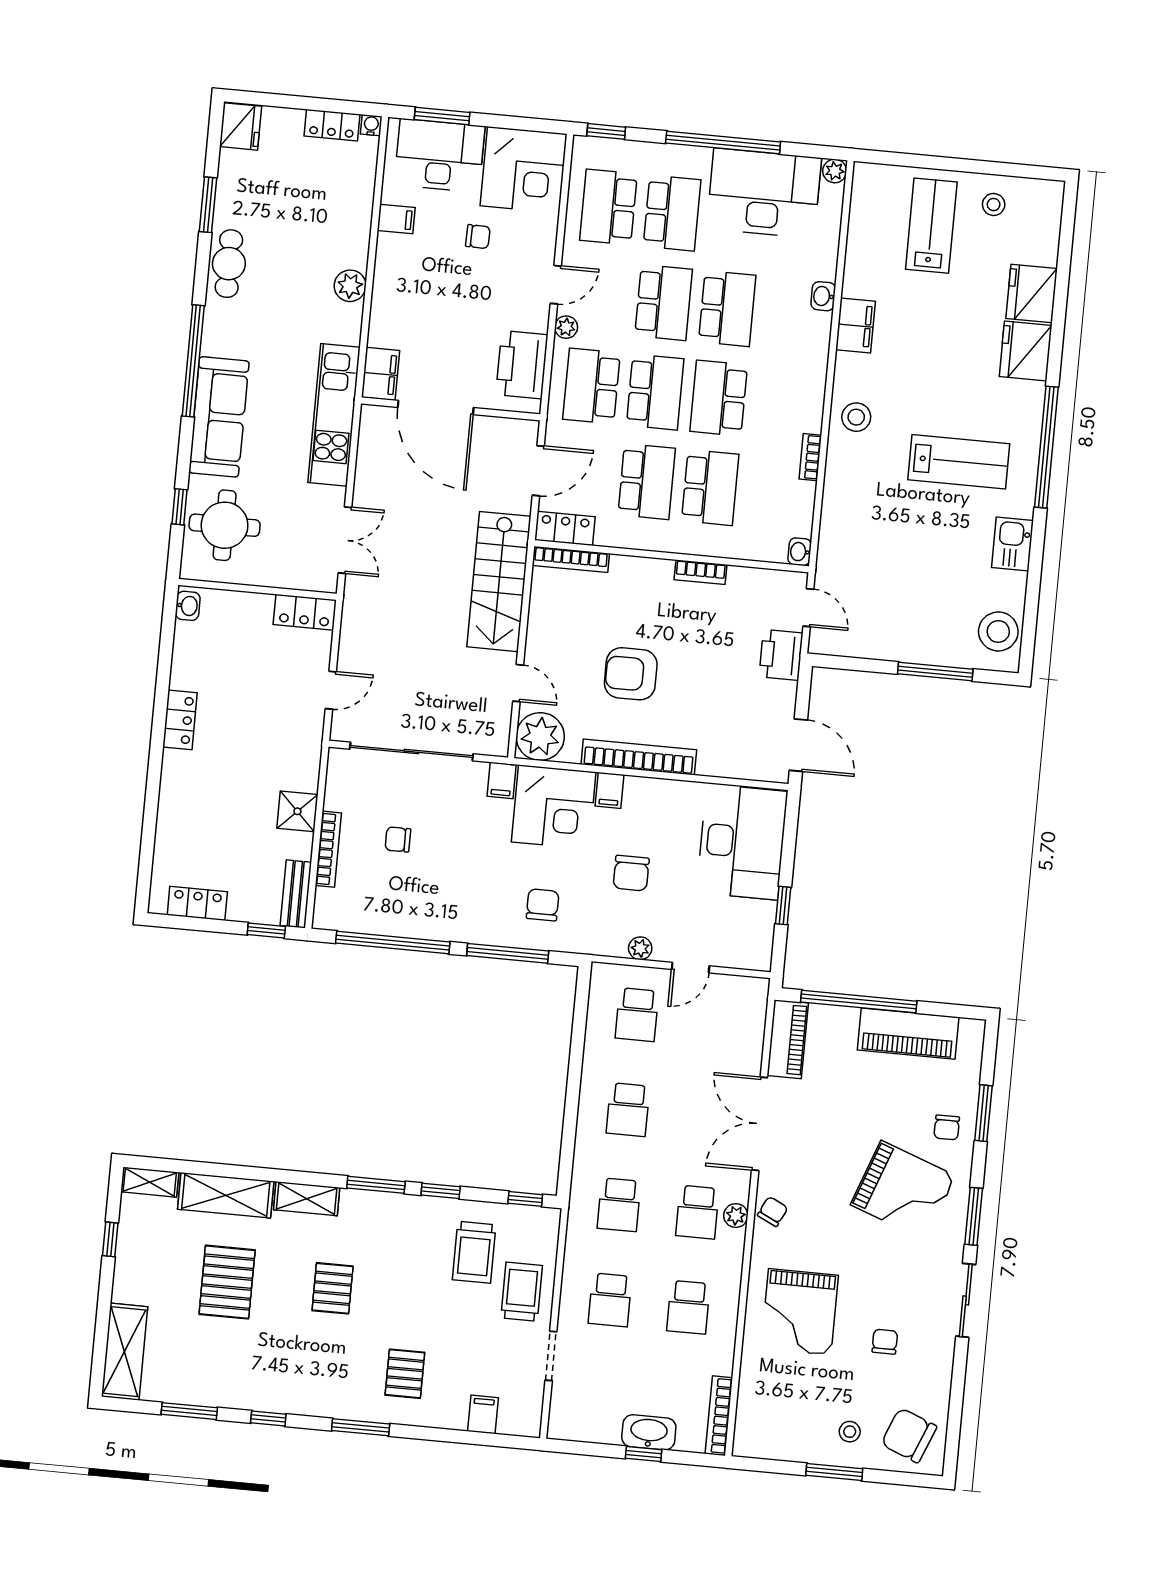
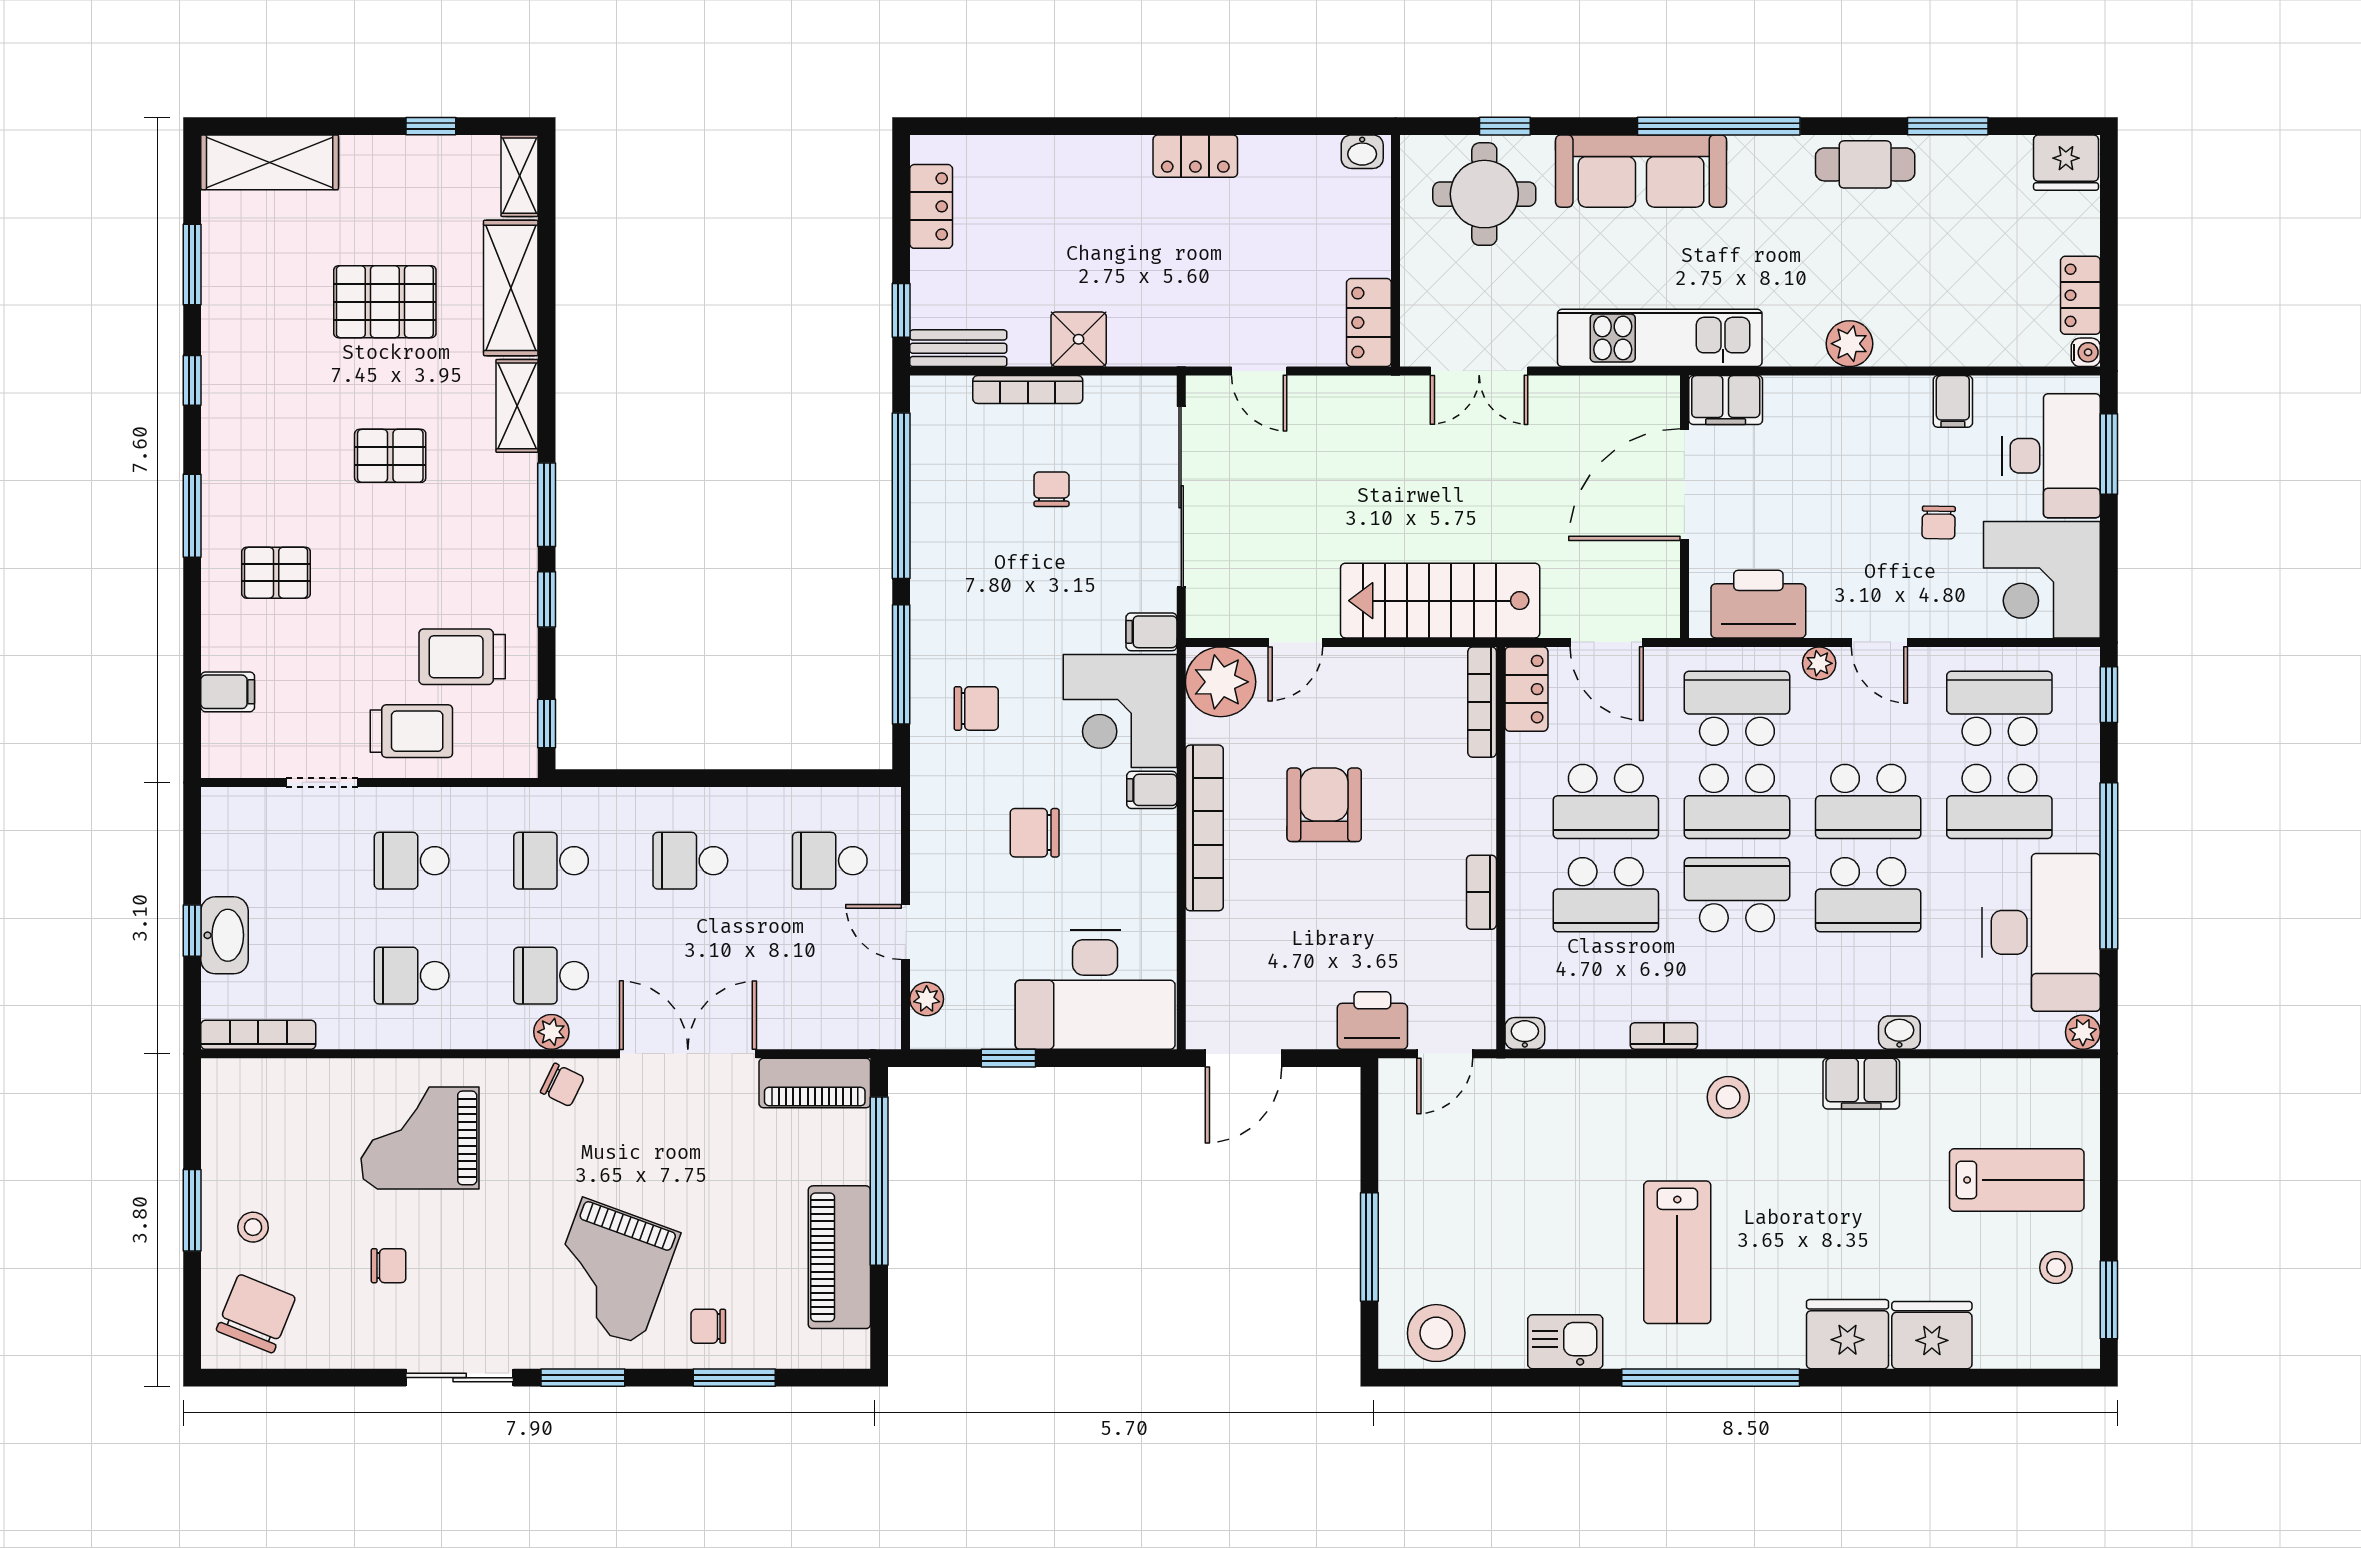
window: (1019, 170) -> (2109, 1300), added
plant: (640, 948) -> (927, 999), moved

